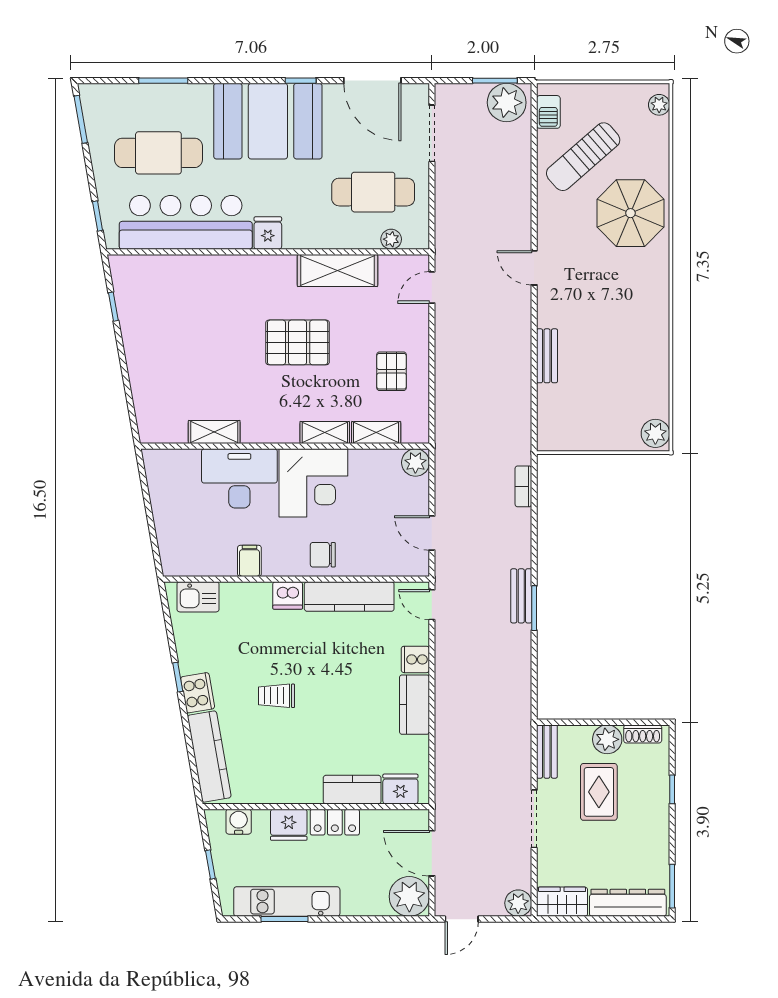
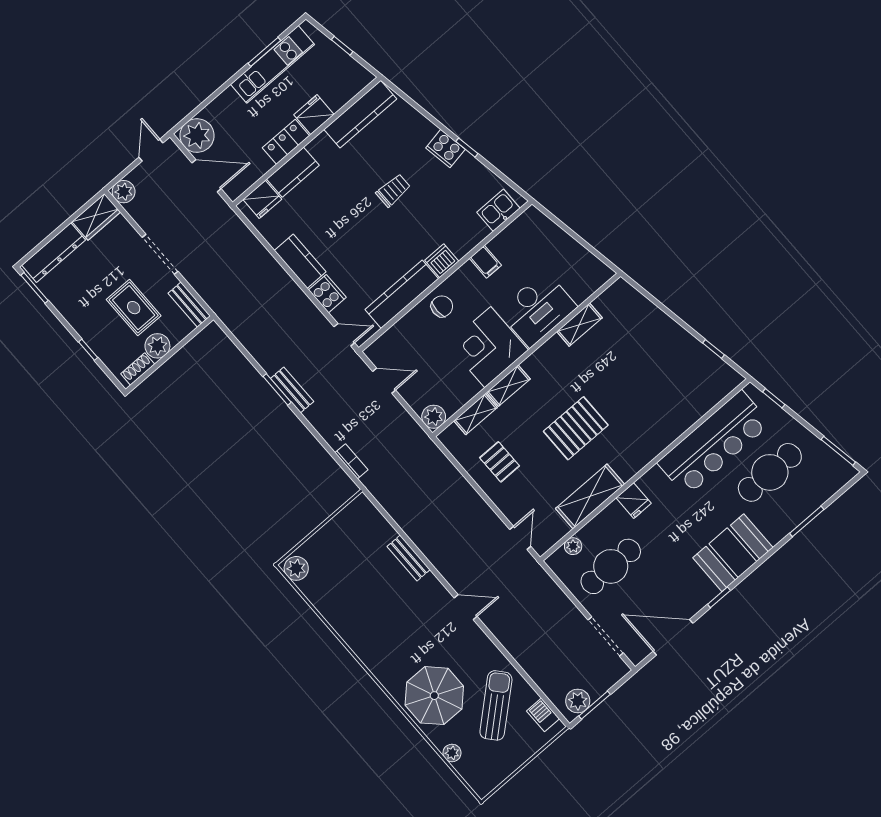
plant: (507, 103) -> (578, 701), width x0.73, depth x0.73
plant: (659, 105) -> (452, 753), moved
booth: (268, 121) -> (733, 553), width x0.73, depth x0.70
fridge: (268, 233) -> (634, 501), moved
cooker: (415, 659) -> (327, 294), width x1.36
kitchen counter: (209, 757) -> (360, 114), moved, turned -80
water cooler: (239, 822) -> (348, 89), removed

